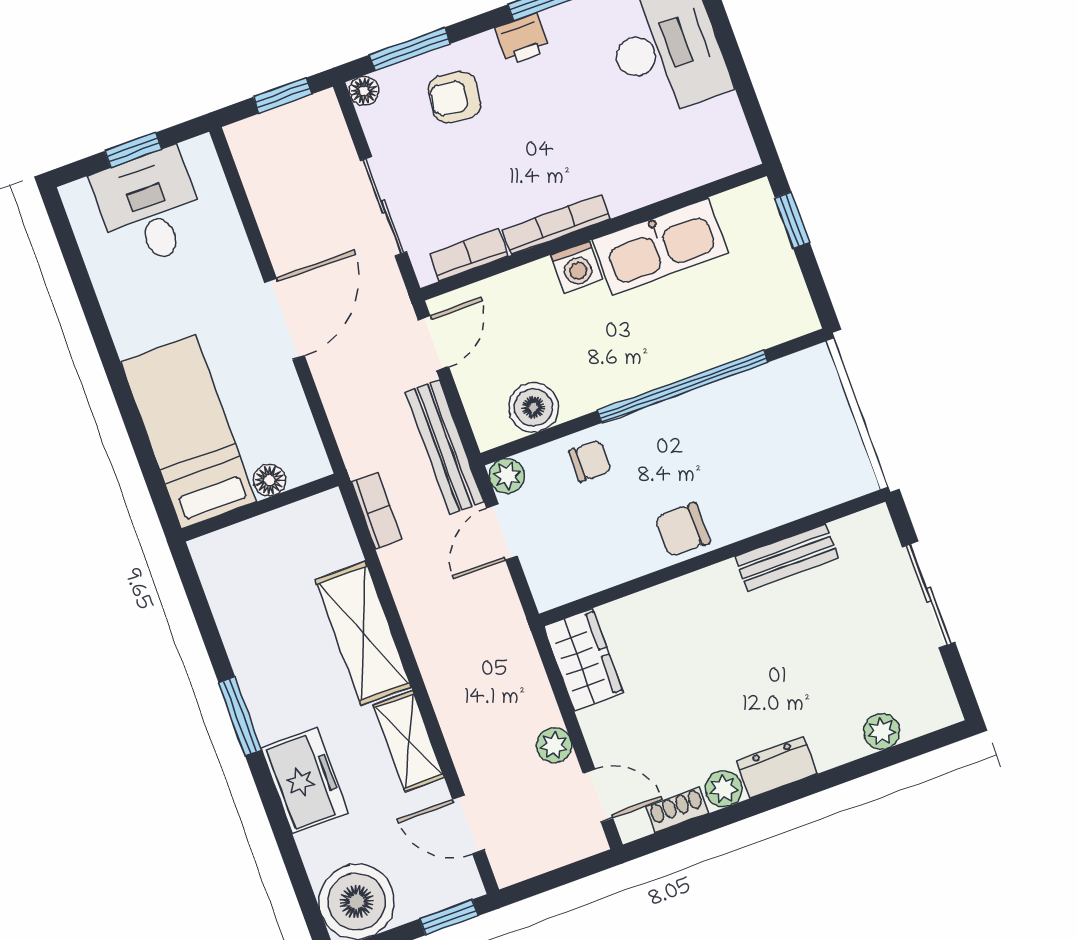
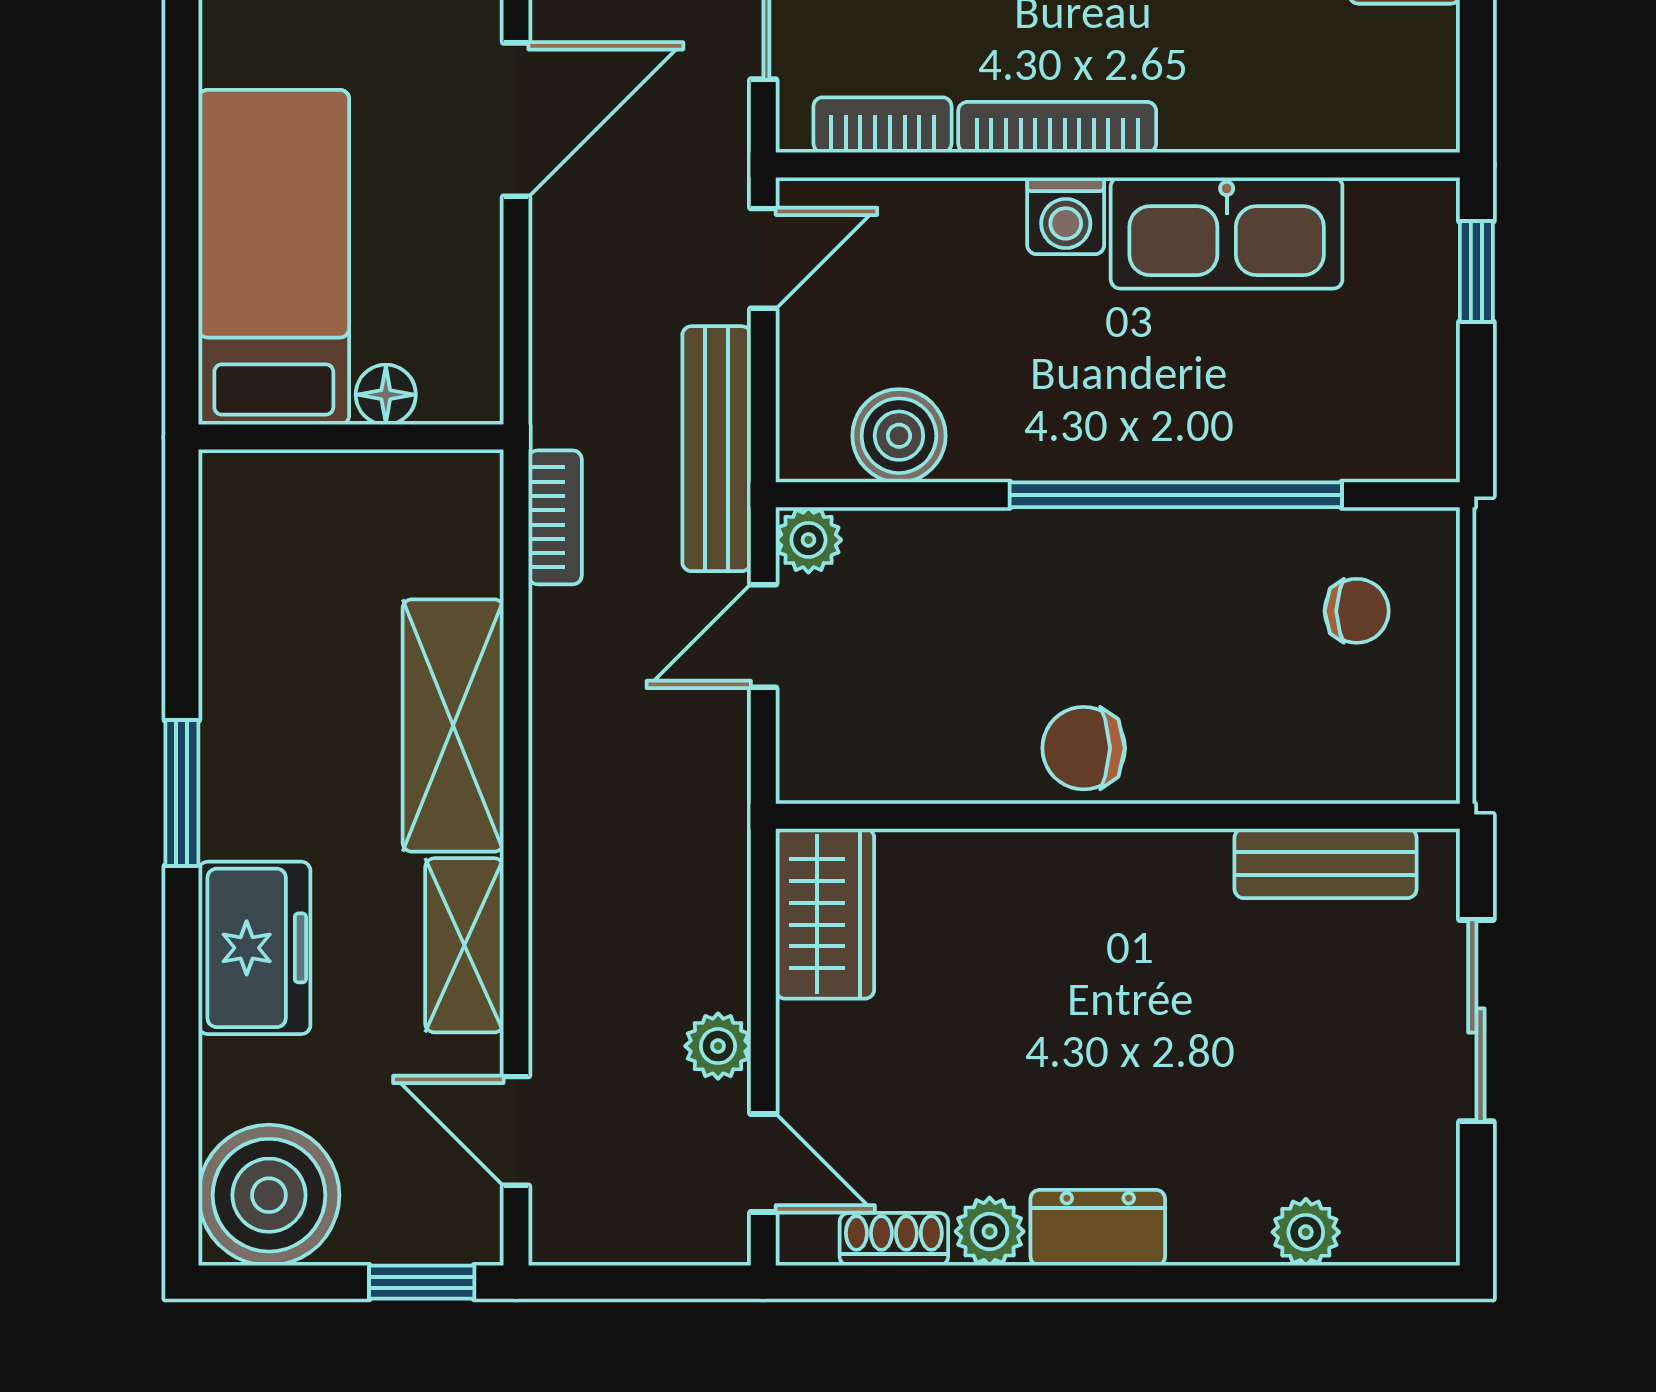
chair: (590, 461) -> (1357, 611), moved
bench: (787, 557) -> (1326, 863), moved

